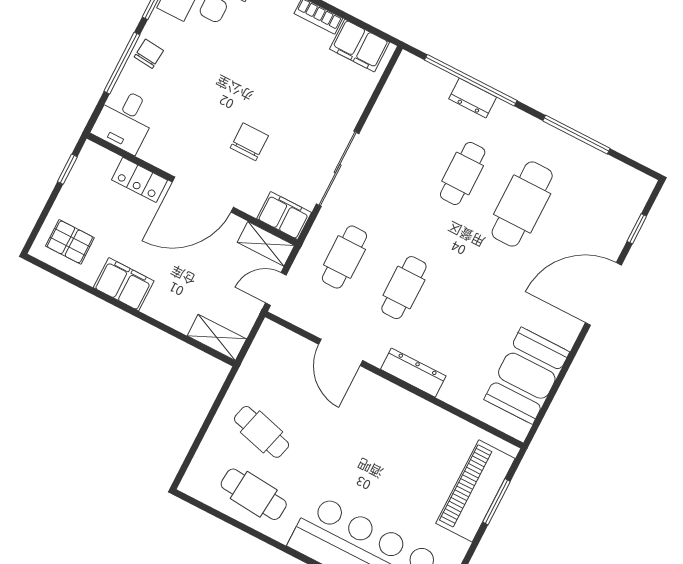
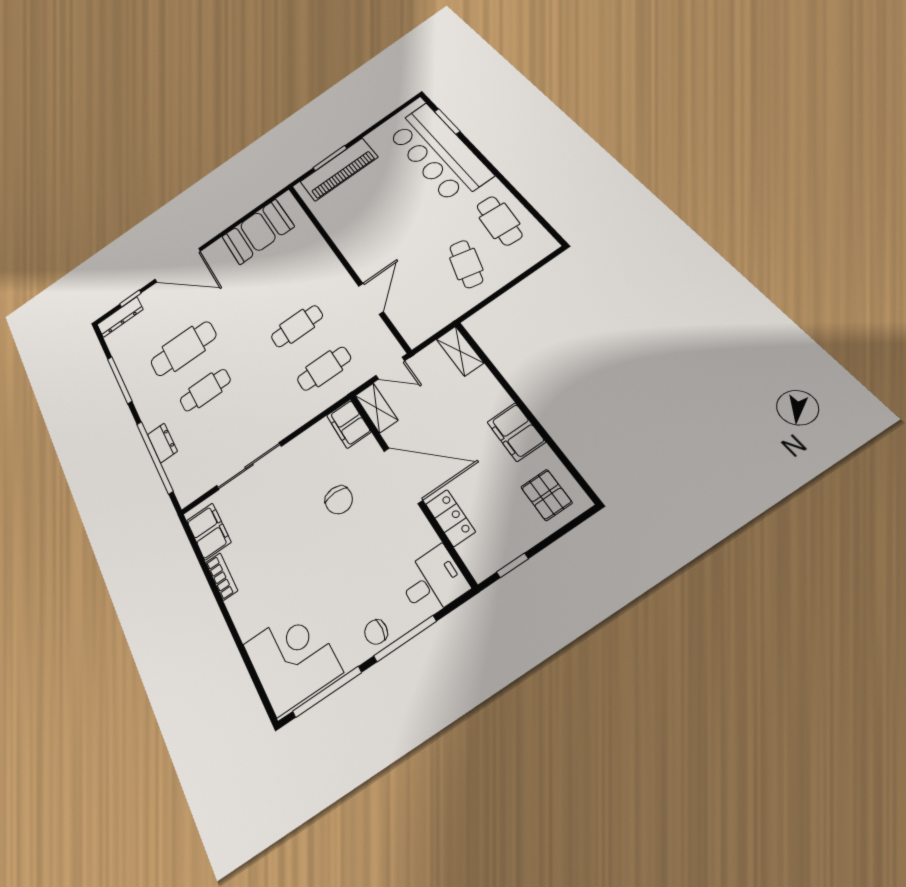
chair: (249, 142) -> (339, 500), turned -90
sliding door: (338, 169) -> (249, 466), moved
dresser: (413, 373) -> (120, 317), moved, turned -90

